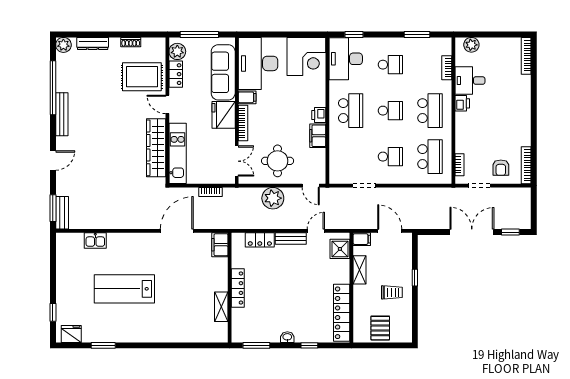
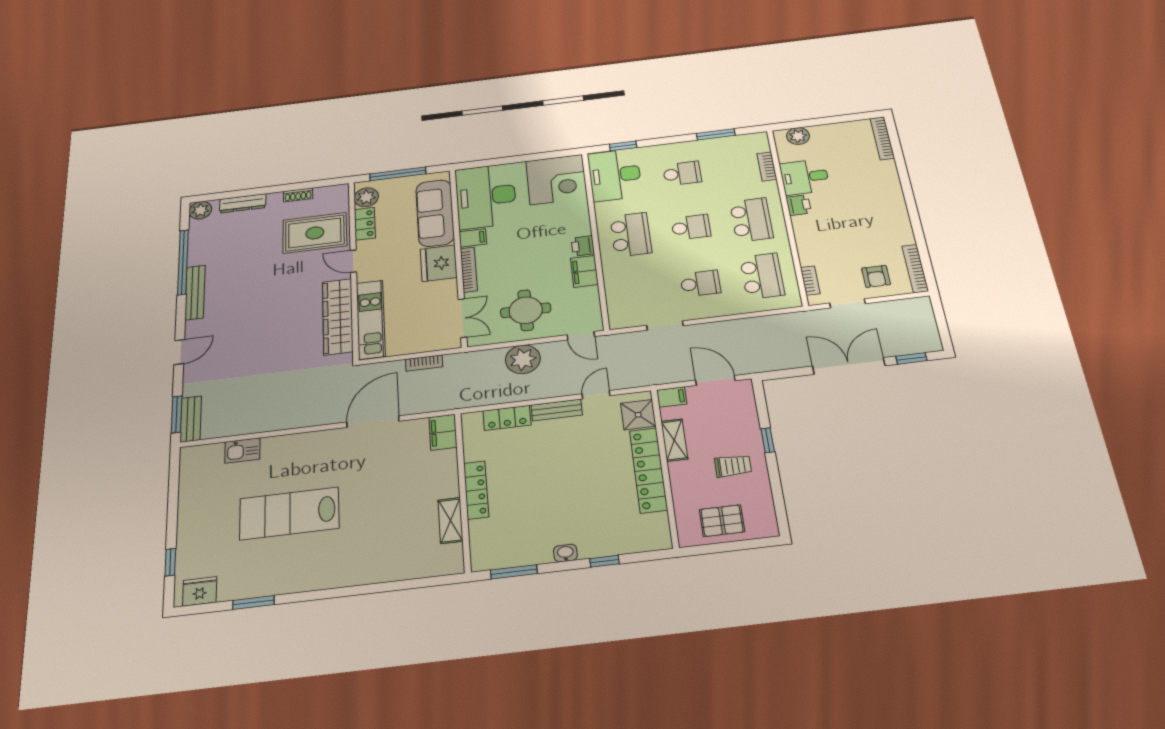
locker: (342, 313) -> (648, 470), moved
pallet: (380, 328) -> (722, 521), turned 90

